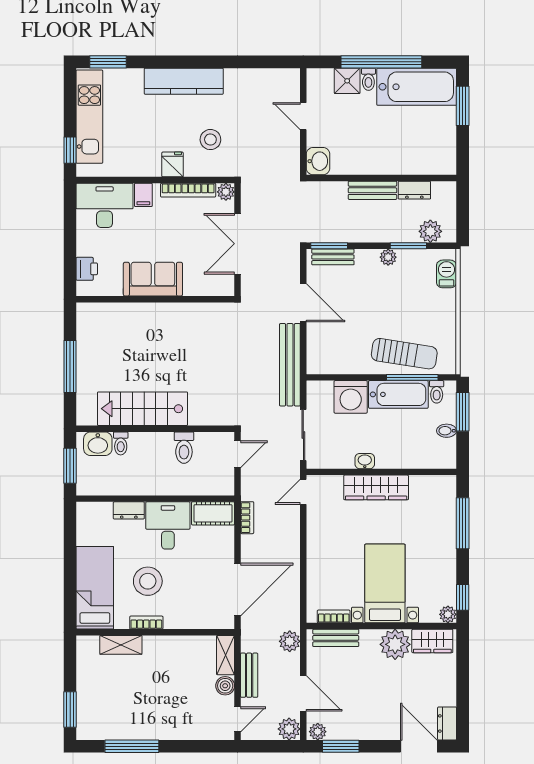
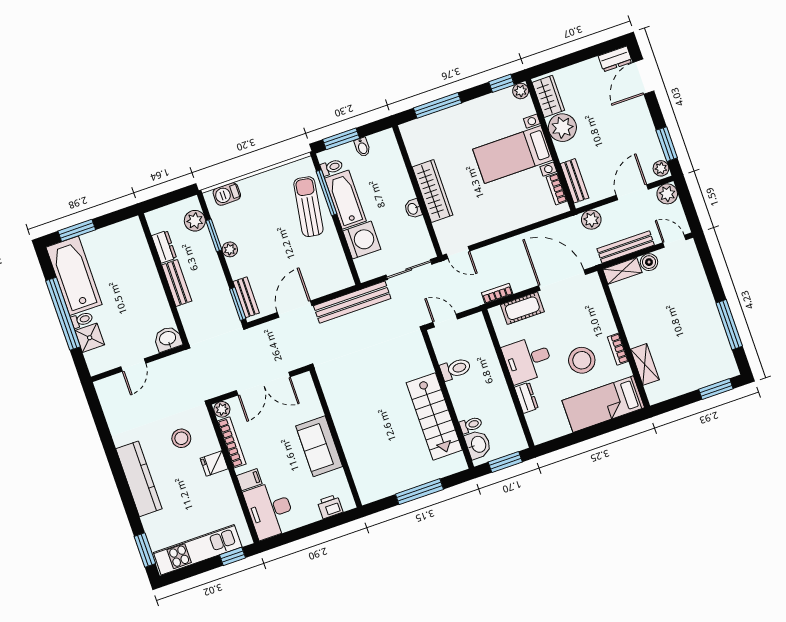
cot: (213, 513) -> (522, 308), moved, turned 90
bench: (249, 675) -> (626, 247), width x1.36

